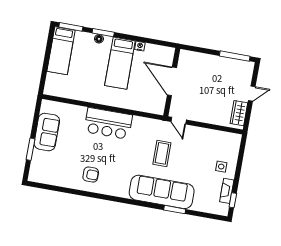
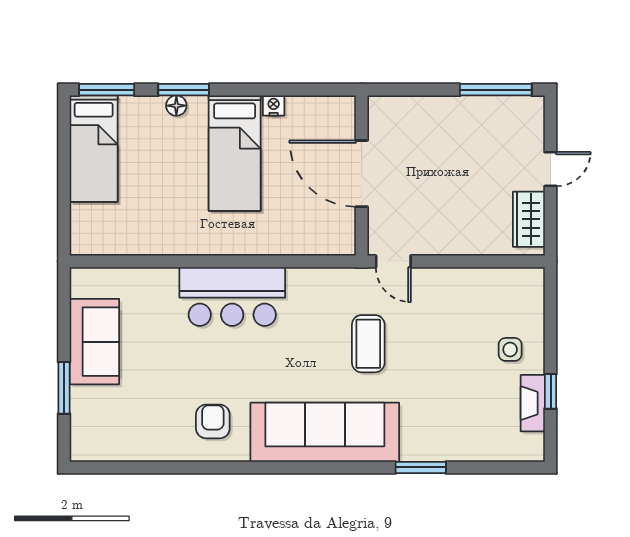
armchair: (91, 175) -> (213, 421), turned -90
sofa: (162, 192) -> (325, 432), moved
window: (233, 200) -> (551, 391), moved

